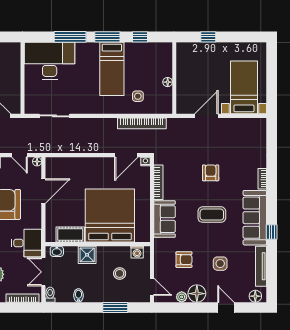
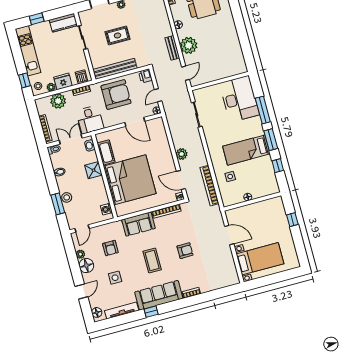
plant: (96, 146) -> (182, 154), added
stool: (120, 273) -> (67, 197), moved

